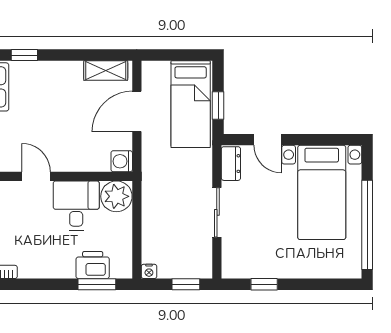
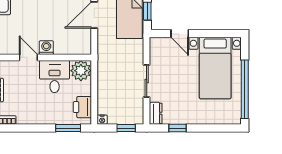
washing machine: (122, 161) -> (46, 48), moved, turned 90
dresser: (231, 164) -> (156, 113), moved
printer: (93, 265) -> (82, 107), moved, turned -90

